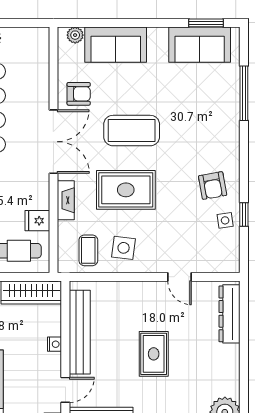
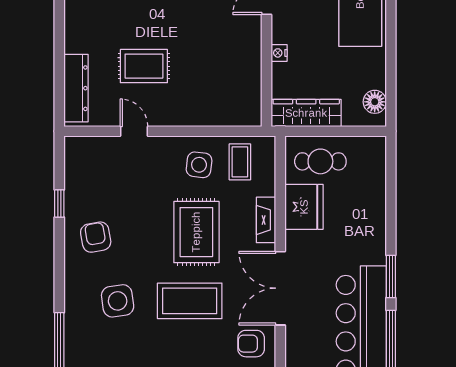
rug: (126, 190) -> (196, 232), turned 90
side table: (225, 220) -> (118, 301), moved, width x1.87, depth x1.87
fridge: (37, 221) -> (304, 207), width x1.88, depth x1.34
bench: (80, 332) -> (250, 67), removed
rug: (154, 354) -> (144, 66), moved, turned 90

